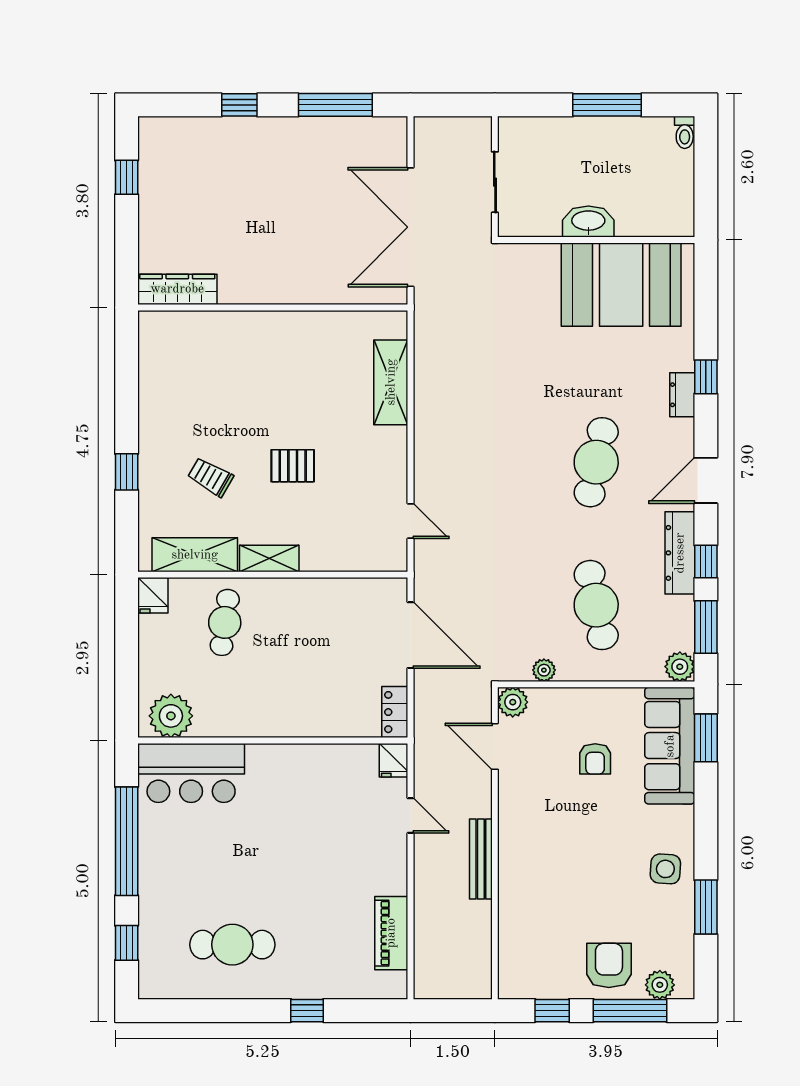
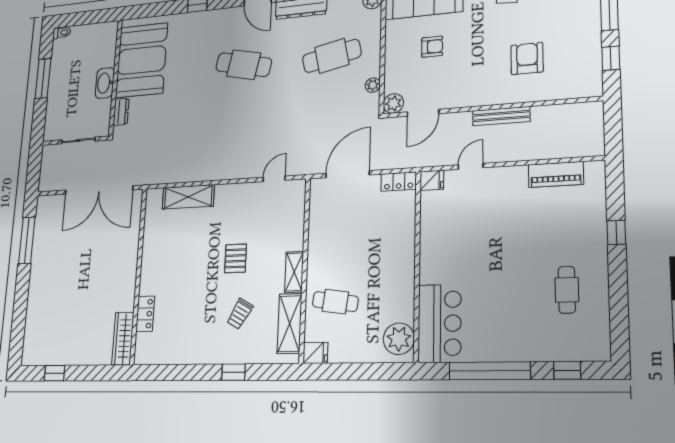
window: (239, 105) -> (21, 301), removed
locker: (214, 324) -> (145, 314), added
dresser: (682, 395) -> (121, 112), moved, turned -90
cafe table: (232, 945) -> (567, 290), width x0.73, depth x0.74
armchair: (609, 965) -> (527, 59), moved, turned 90

